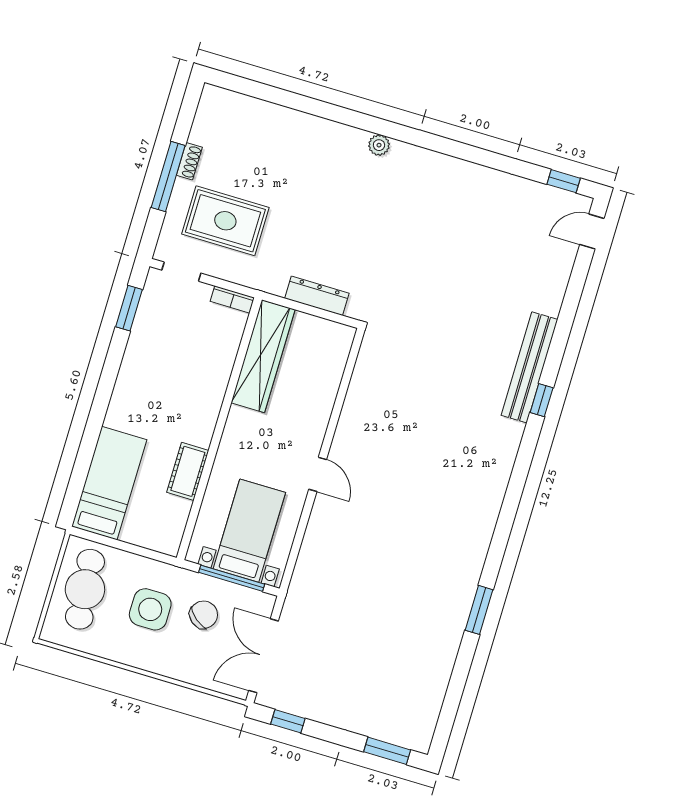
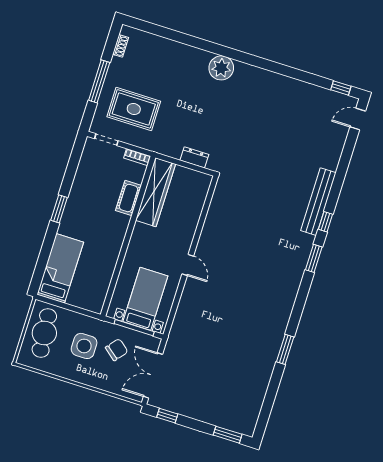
plant: (379, 145) -> (221, 68), width x1.88, depth x1.88
shoe rack: (189, 161) -> (121, 46), moved
dresser: (317, 296) -> (194, 157), width x0.70
window: (129, 308) -> (59, 209), moved
window: (524, 460) -> (314, 258), added
cot: (188, 471) -> (129, 198), moved

